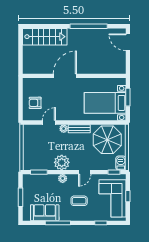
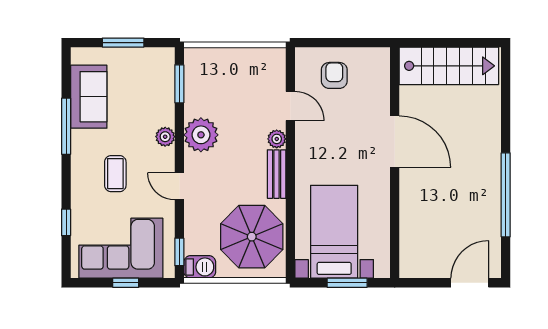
stairs: (45, 37) -> (449, 66), moved, turned -90

